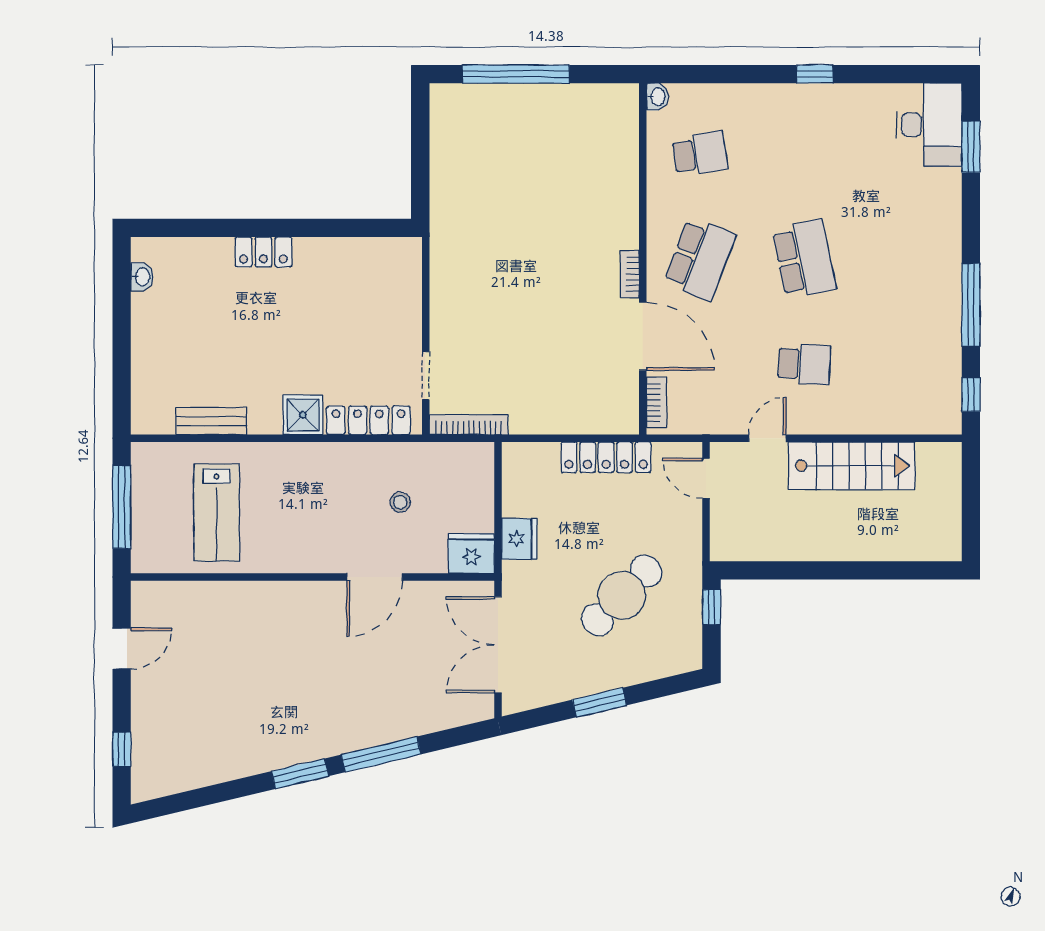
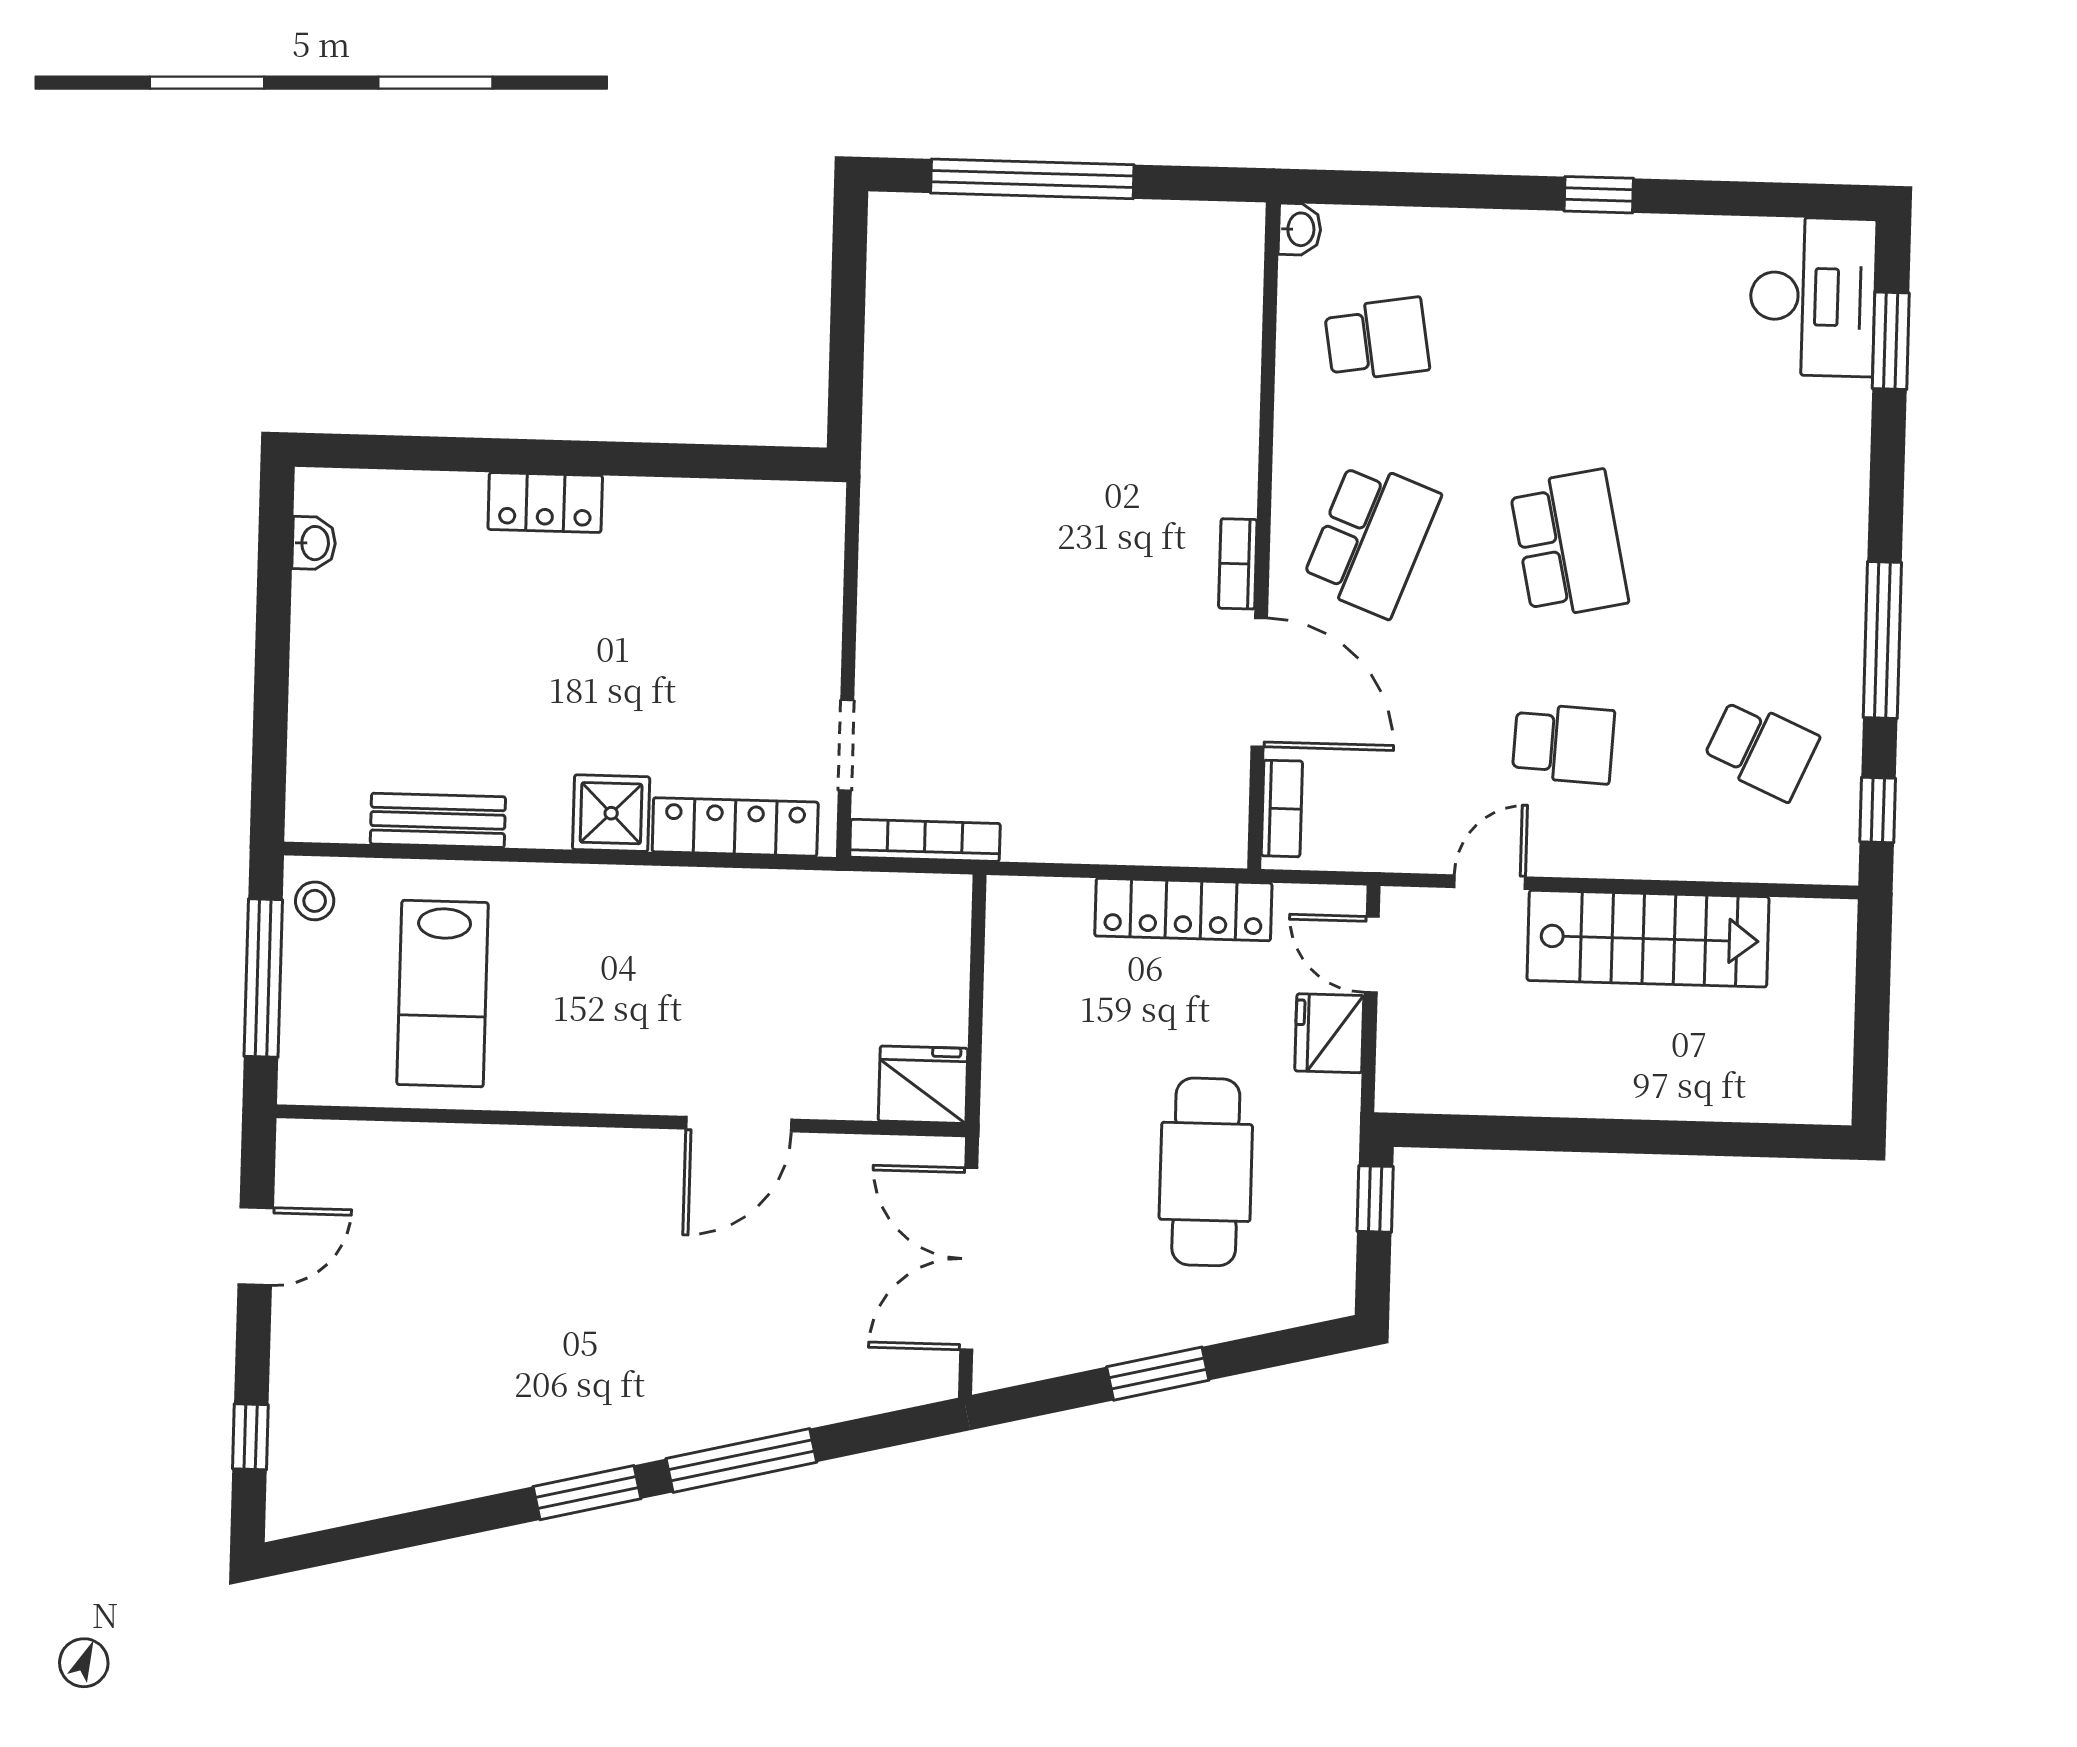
school desk: (908, 364) -> (1761, 749), added
stool: (400, 502) -> (315, 901), moved
fridge: (519, 539) -> (1329, 1033), moved, turned 180
cafe table: (622, 595) -> (1206, 1172), turned -45

